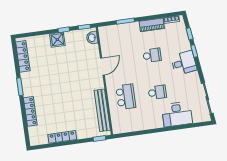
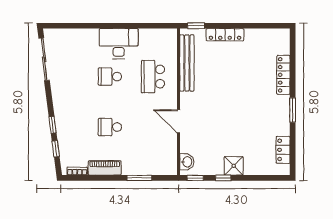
locker: (23, 56) -> (283, 150), width x0.66
desk: (184, 63) -> (69, 111), removed
door: (102, 67) -> (179, 121), hinge flipped
desk: (177, 114) -> (119, 44), moved
locker: (62, 137) -> (225, 35), moved

